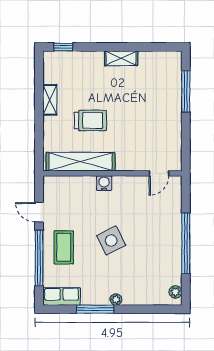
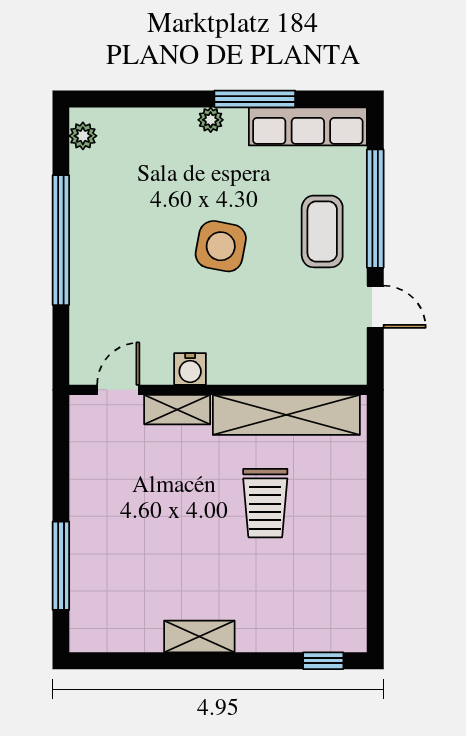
shelving: (50, 100) -> (177, 410), moved, turned 90
trolley: (90, 121) -> (265, 503), turned -90
water cooler: (104, 183) -> (190, 369), moved
side table: (111, 240) -> (221, 246), turned 38
row of seats: (62, 296) -> (308, 126), width x1.48

